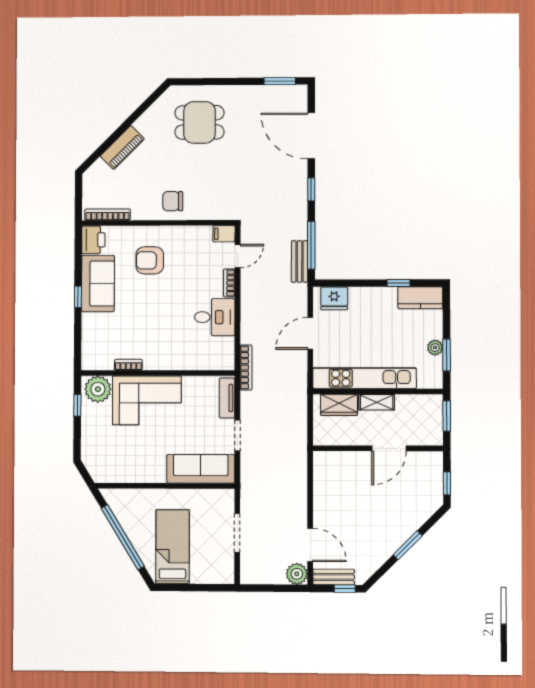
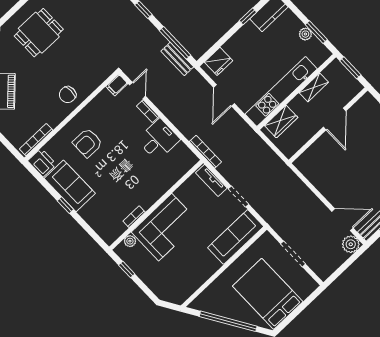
plant: (98, 389) -> (130, 241), width x0.53, depth x0.53
shelving: (377, 402) -> (314, 87), moved
bed: (173, 547) -> (268, 294), width x1.50

